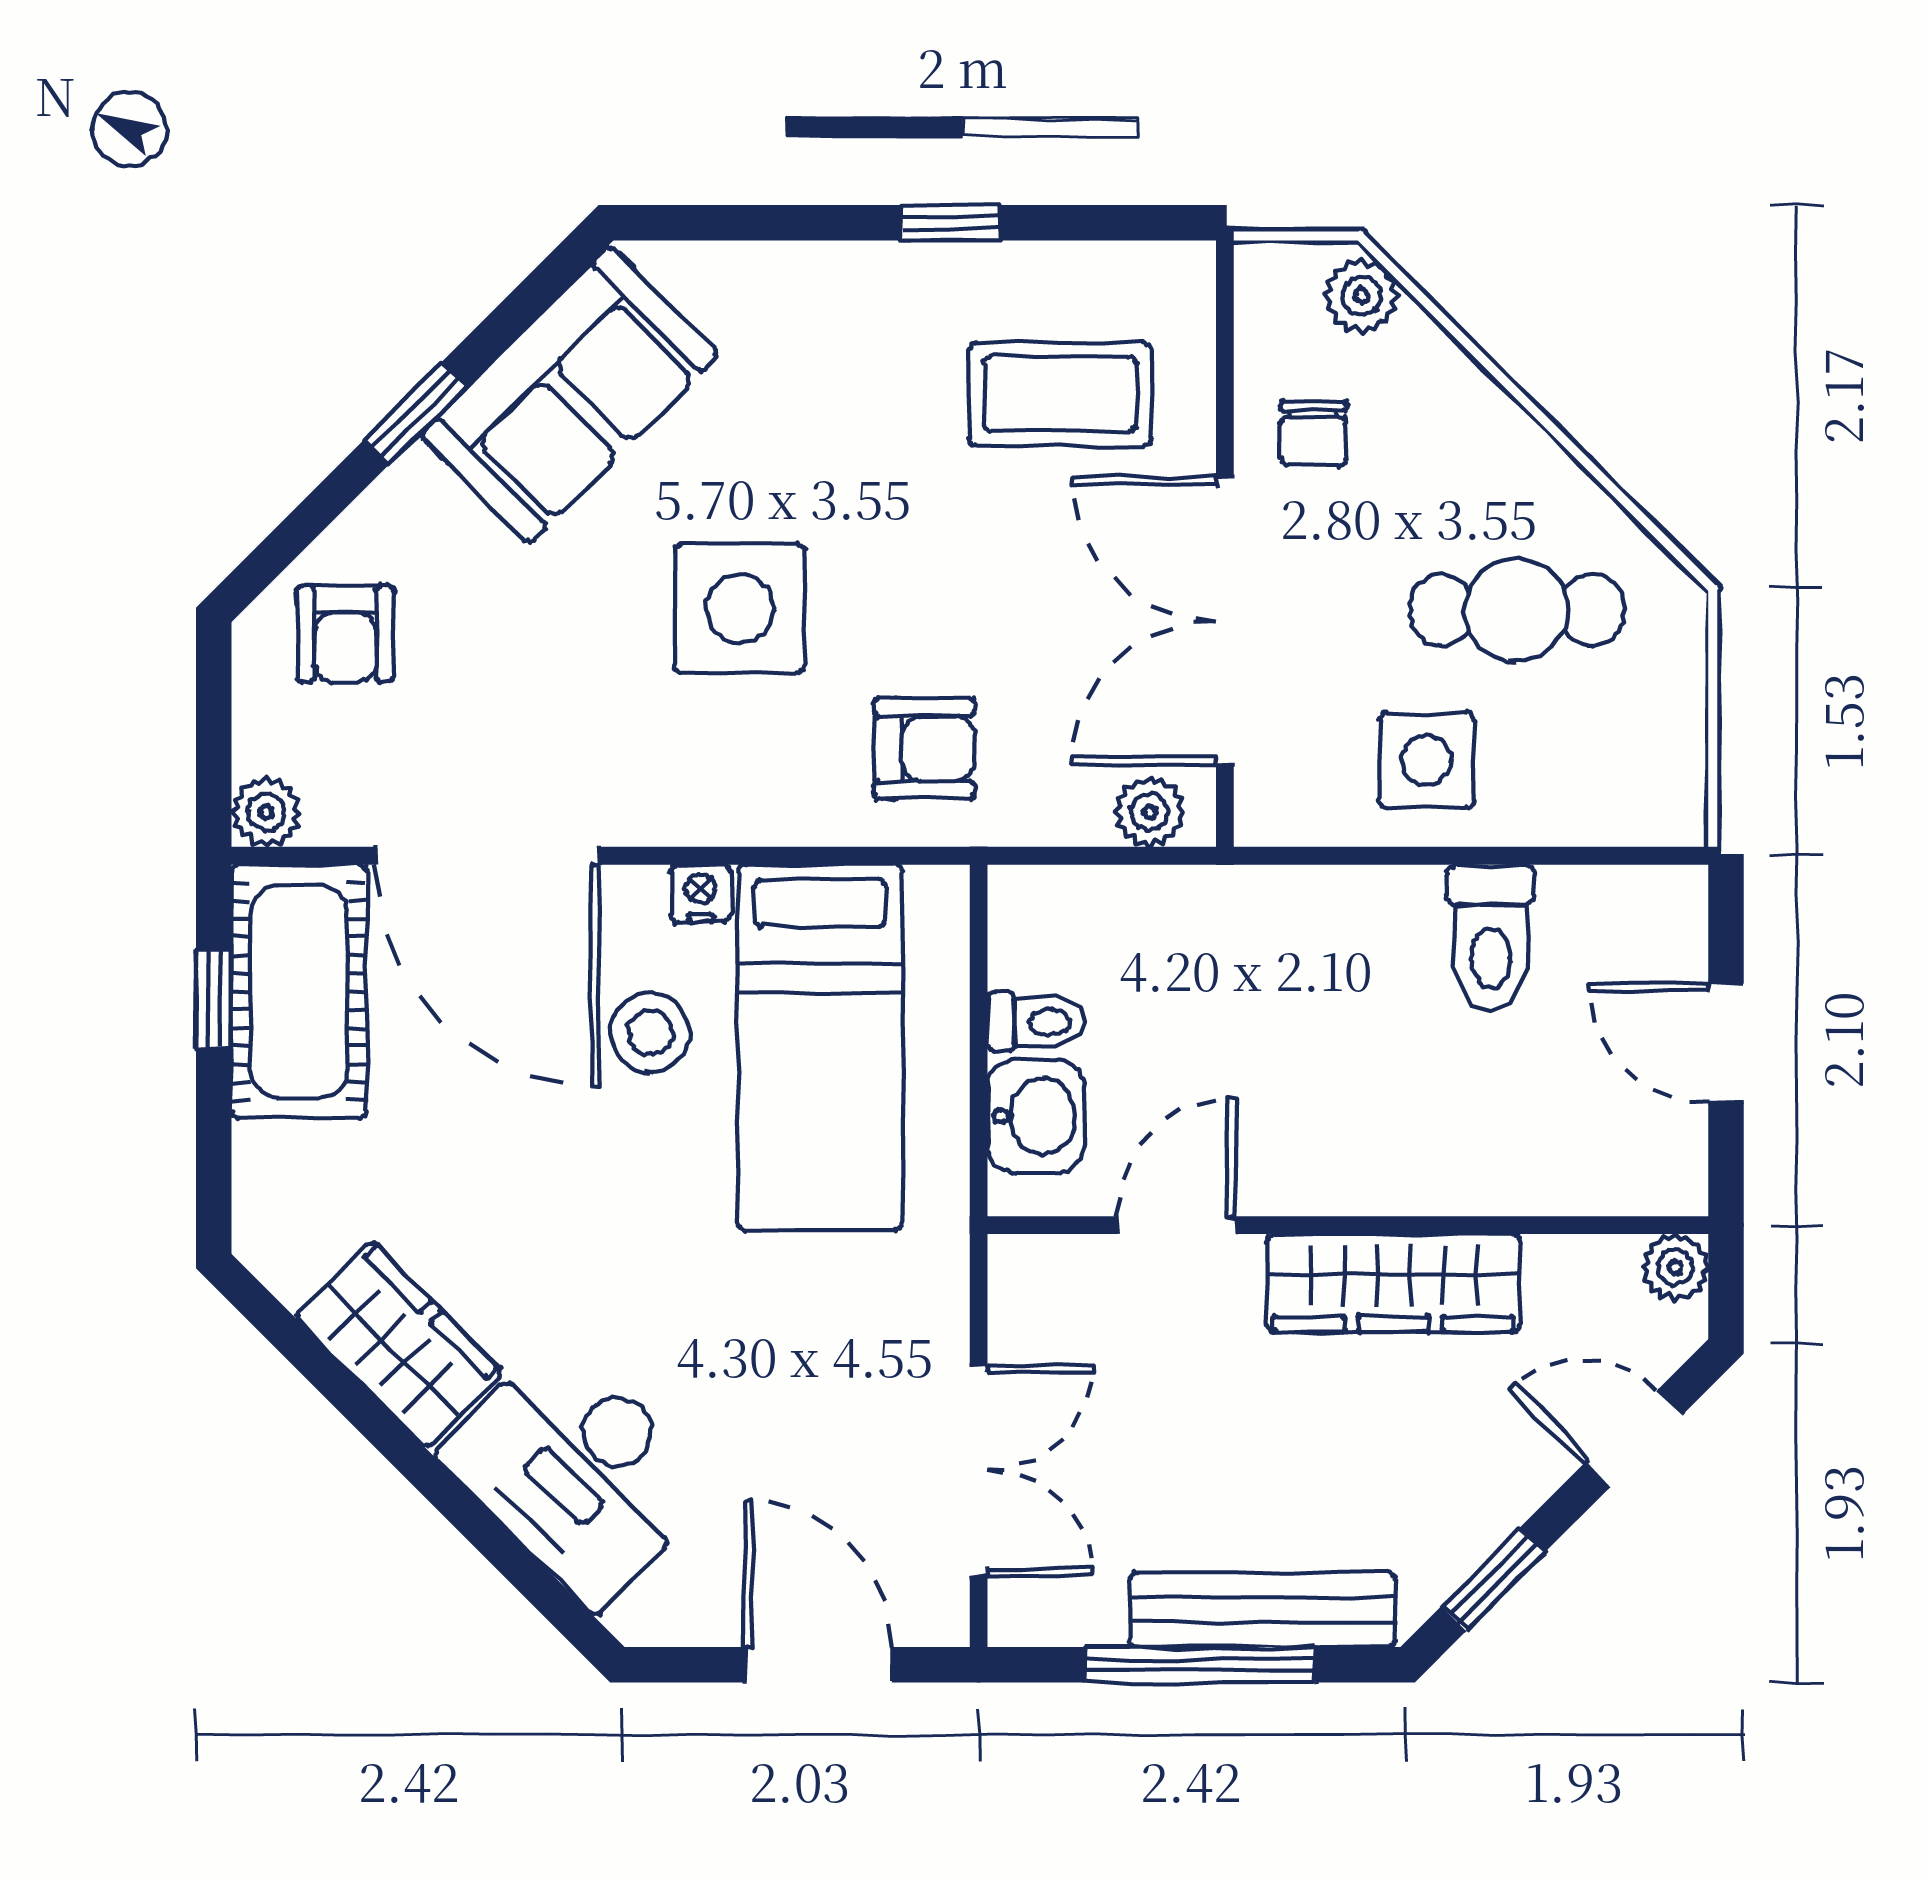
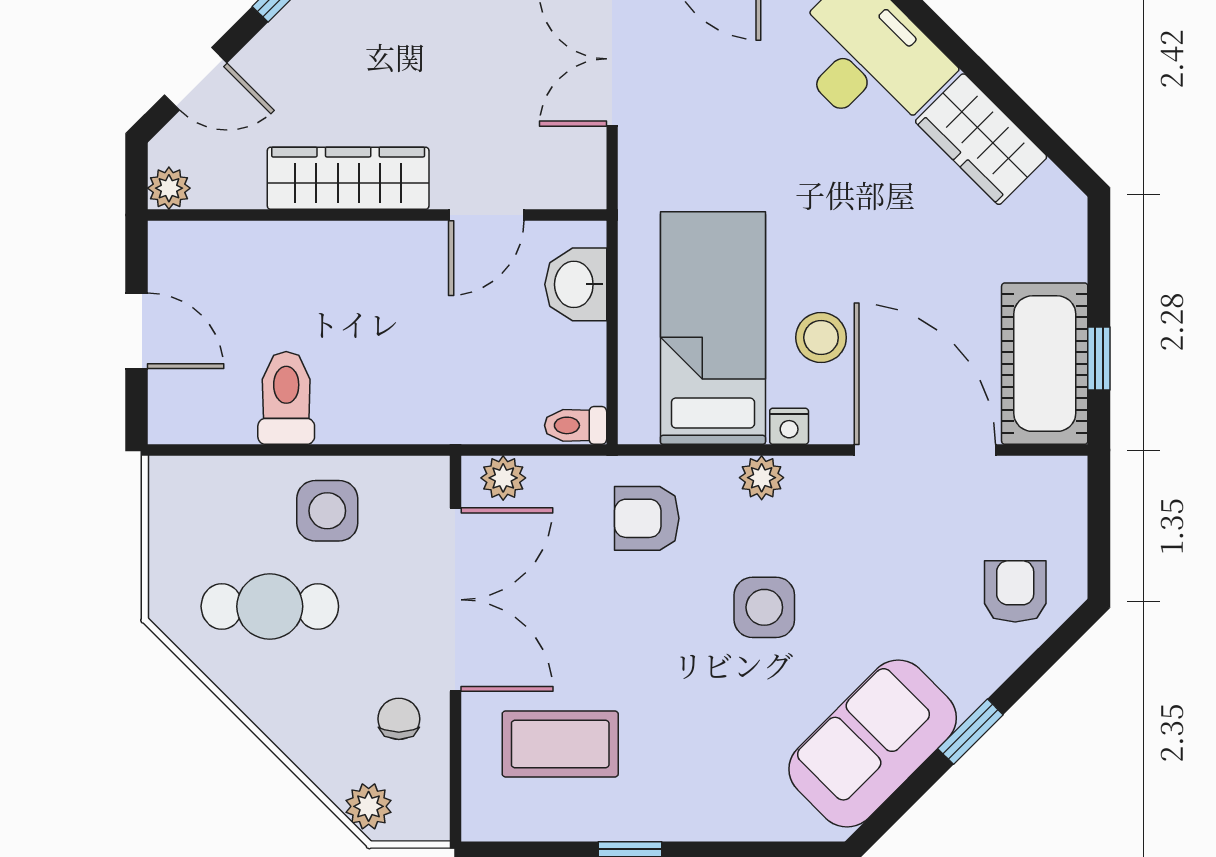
side table: (740, 609) -> (764, 607), width x0.73, depth x0.73
plant: (266, 812) -> (762, 478), moved
toilet: (1036, 1022) -> (576, 425), moved

